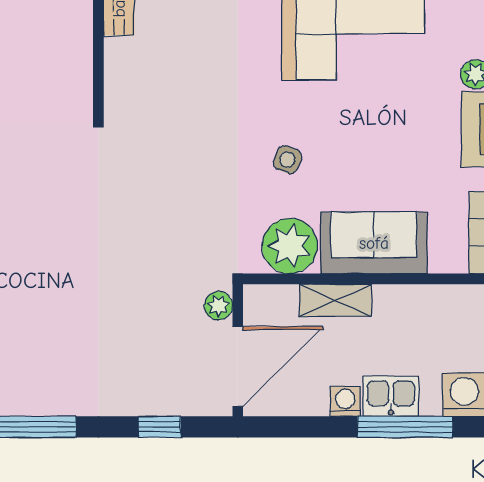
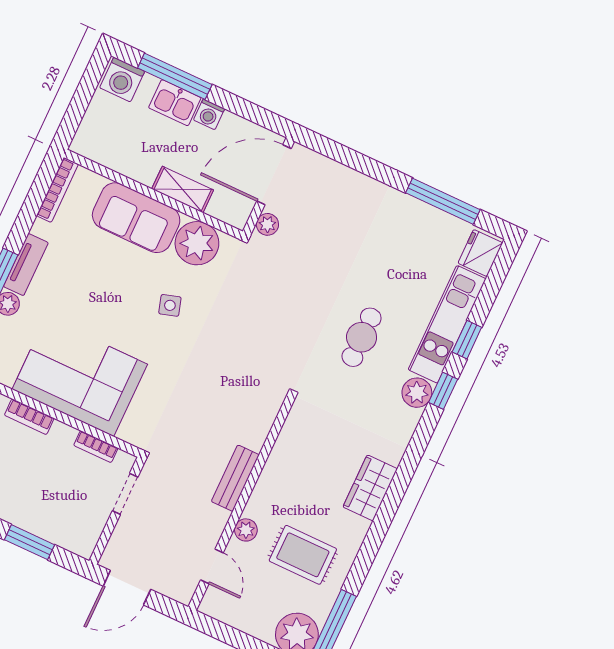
side table: (288, 160) -> (170, 305), turned -37
cafe table: (49, 226) -> (362, 337), added
window: (160, 427) -> (350, 158), removed

